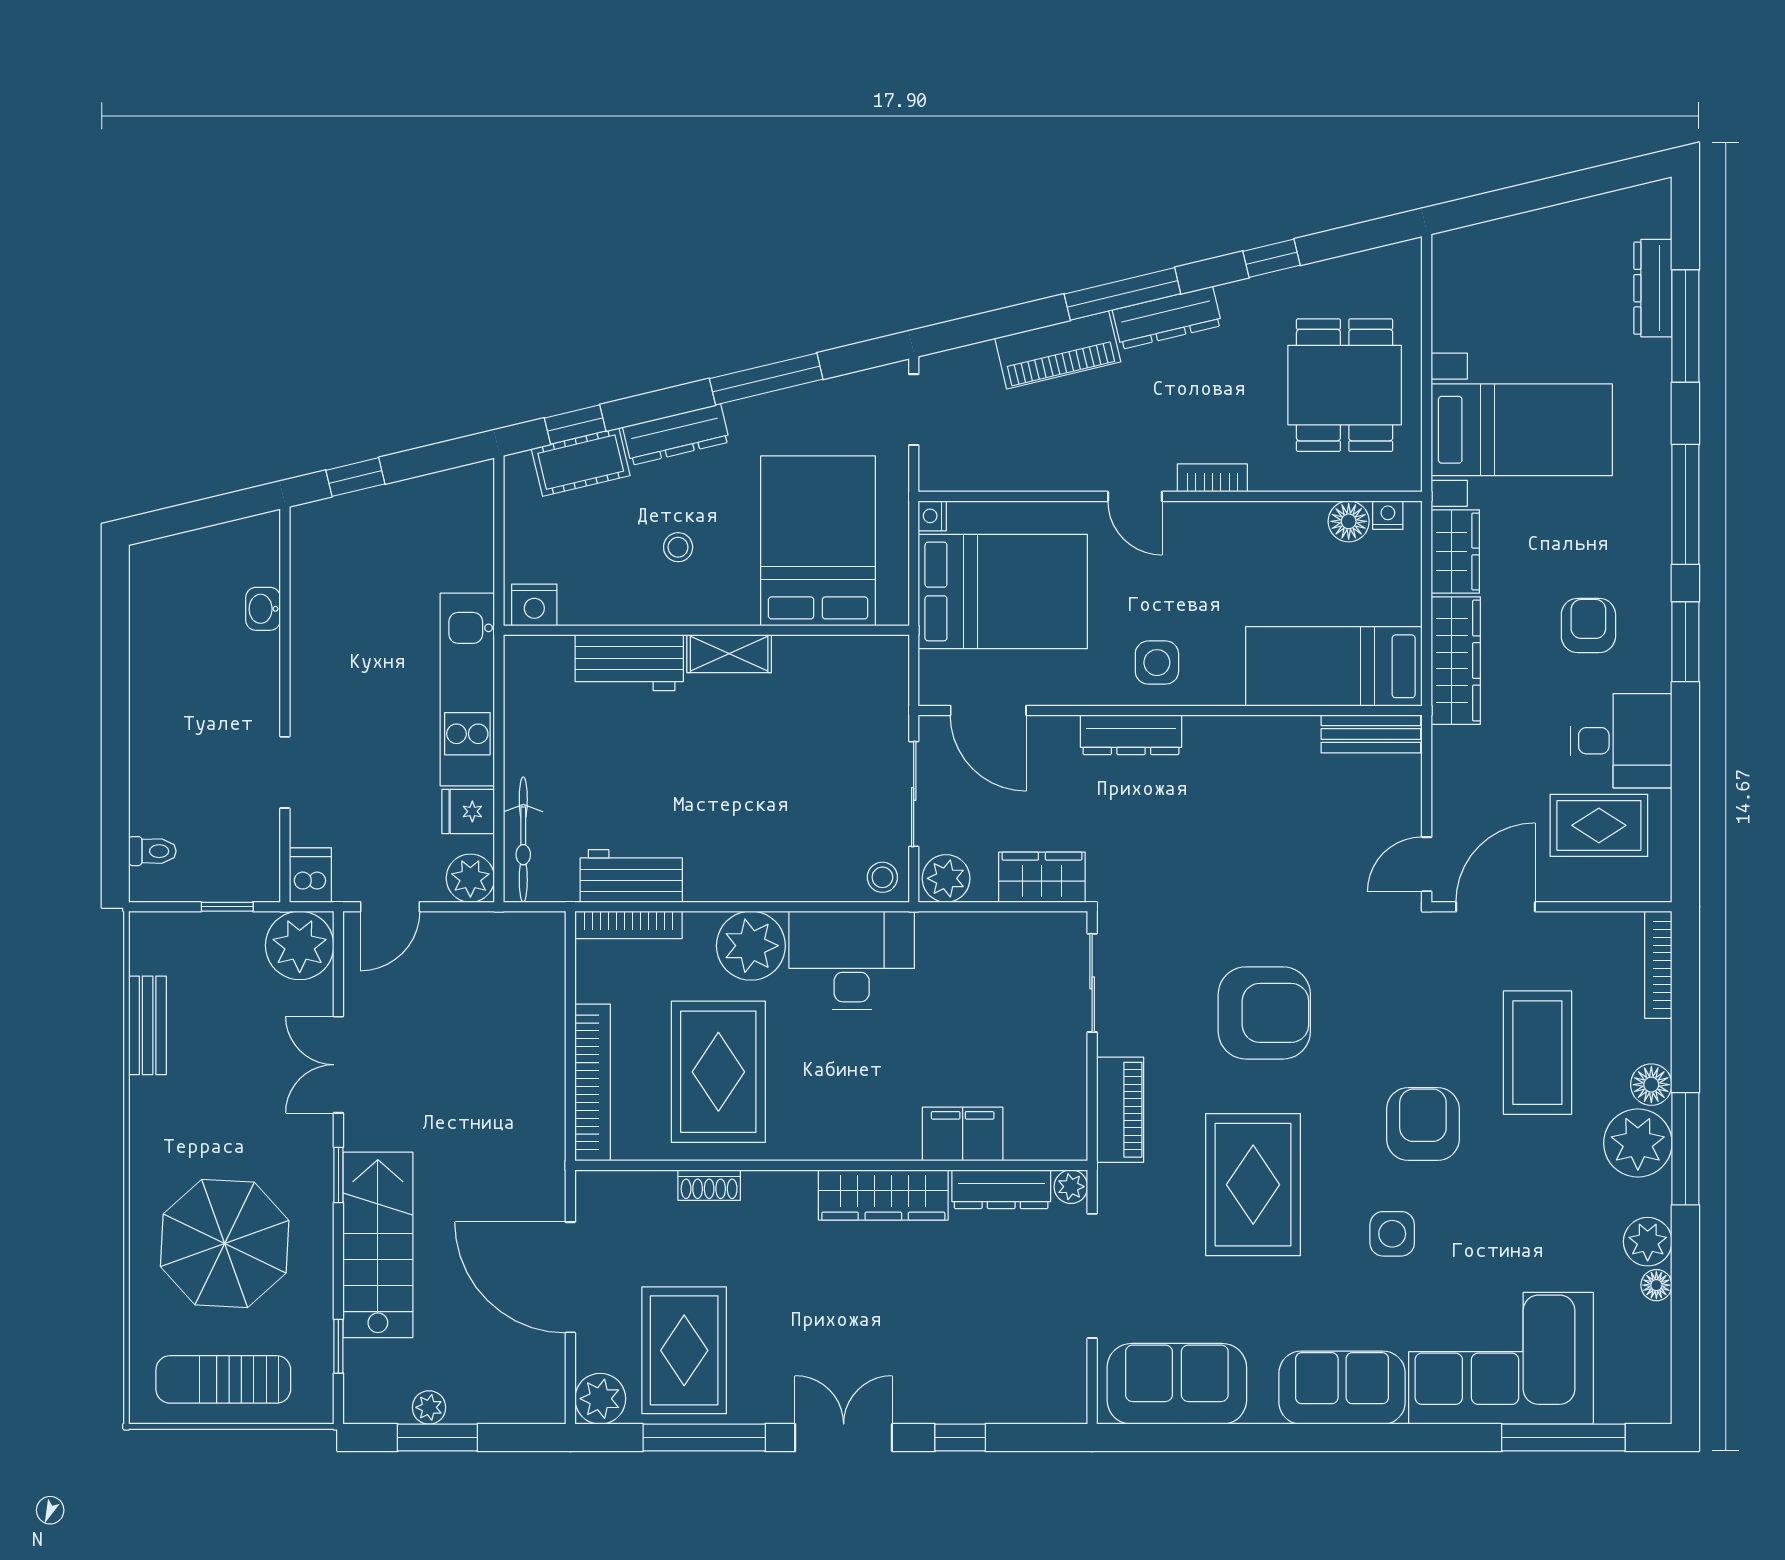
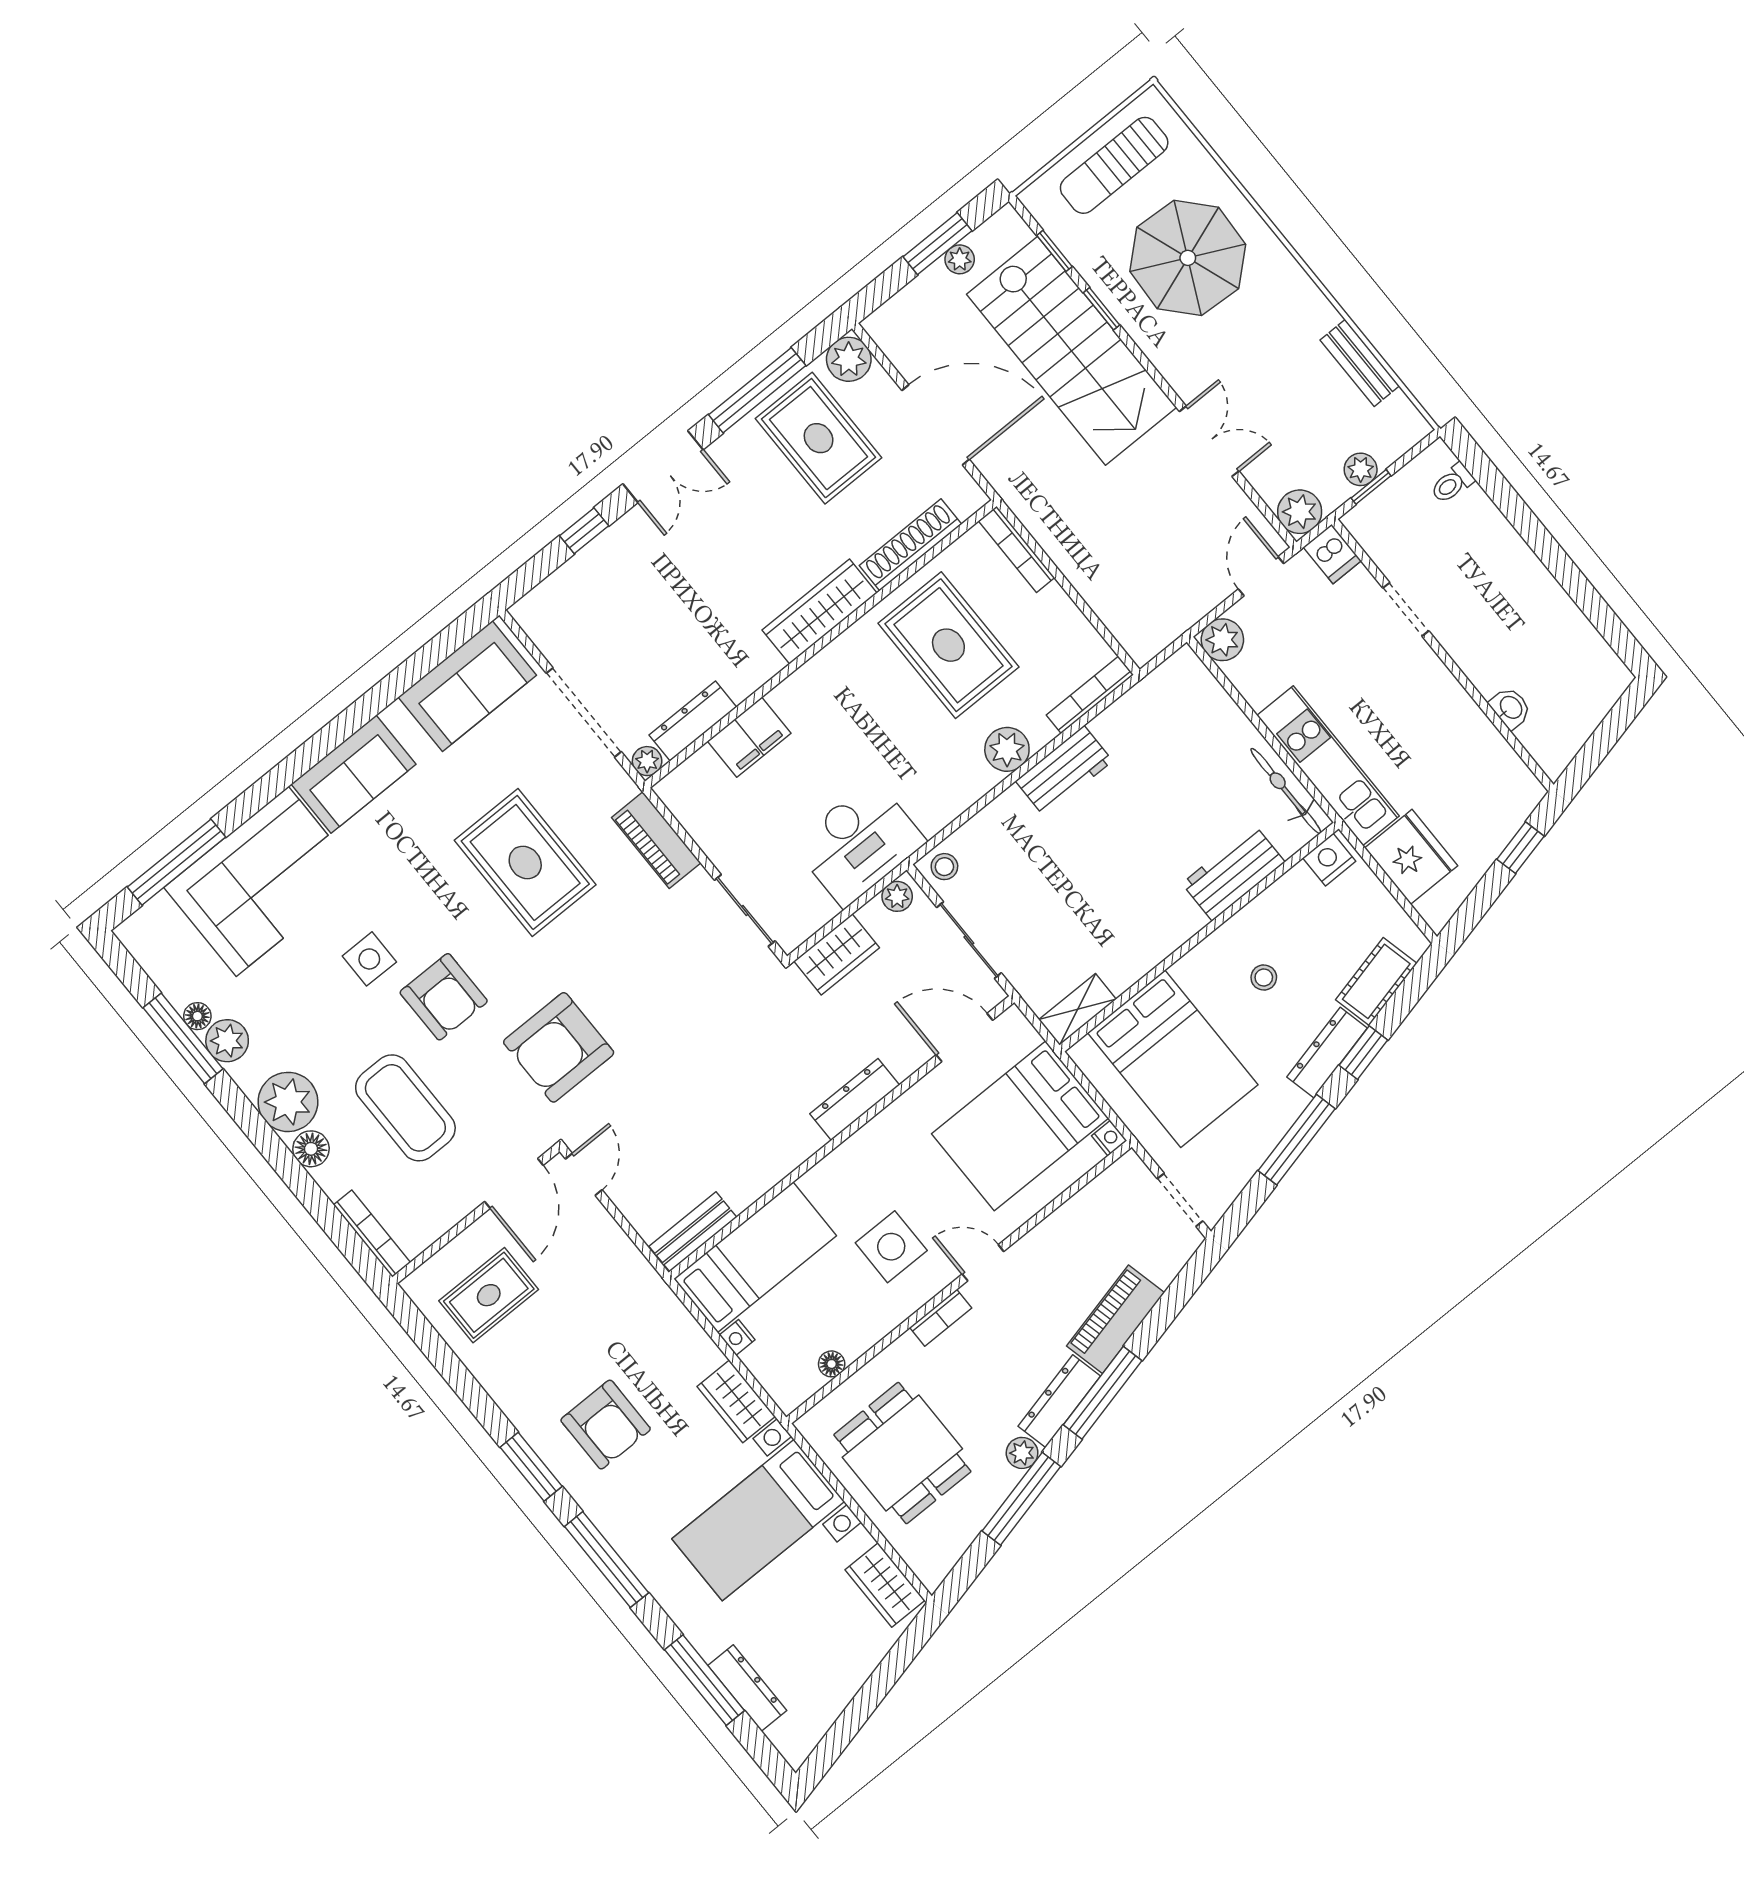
window: (1272, 258) -> (1021, 1499), width x2.17
plant: (1238, 299) -> (1022, 1453), added
window: (575, 425) -> (1363, 1053), moved
nightstand: (1388, 515) -> (737, 1337), moved, turned 90
floor lamp: (1349, 521) -> (832, 1364), width x0.73, depth x0.73
armchair: (1588, 625) -> (606, 1425), width x1.38, depth x1.38
shelving: (729, 654) -> (1078, 1009), moved
wardrobe: (1456, 661) -> (885, 1585), moved, width x0.67
side table: (1157, 663) -> (891, 1247), moved, width x1.37, depth x1.37
desk: (1621, 741) -> (520, 1365), removed
fridge: (468, 811) -> (1411, 857), moved, width x1.88, depth x1.34
bicycle: (523, 840) -> (1286, 791), moved
workbench: (631, 876) -> (1064, 771), moved
plant: (946, 878) -> (897, 896), width x0.73, depth x0.73
plant: (224, 930) -> (1361, 469), added
plant: (300, 945) -> (1300, 512), width x0.73, depth x0.73
plant: (751, 946) -> (1007, 749), width x0.73, depth x0.73
desk: (852, 960) -> (859, 843), moved
armchair: (1264, 1013) -> (559, 1047), moved
bookcase: (593, 1083) -> (1016, 549), width x0.68, depth x0.76
window: (1685, 1149) -> (183, 1038), moved
window: (338, 1175) -> (1102, 309), moved
shoe rack: (709, 1185) -> (910, 545), width x1.94, depth x1.24
wardrobe: (883, 1195) -> (820, 612), moved
side table: (1392, 1234) -> (369, 959), moved
stairs: (378, 1245) -> (1072, 351), width x1.36, depth x1.51
sun lounger: (223, 1379) -> (1114, 165), turned 180

